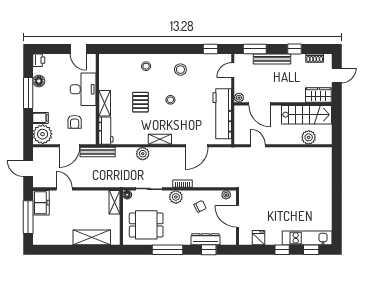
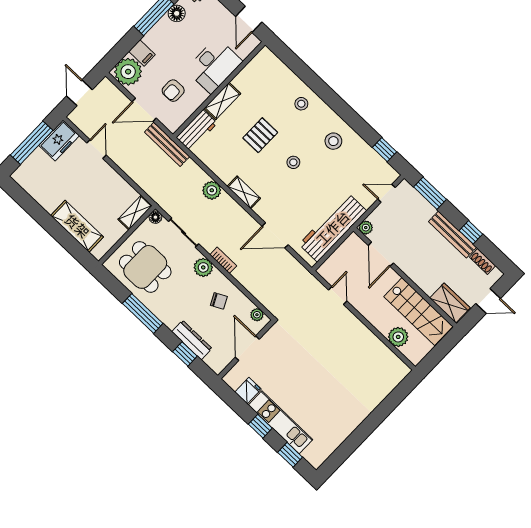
bench: (272, 59) -> (453, 234), moved
kitchen unit: (307, 238) -> (280, 422), moved

